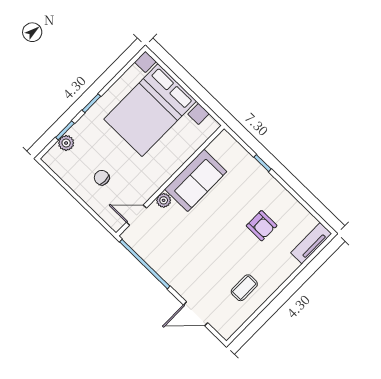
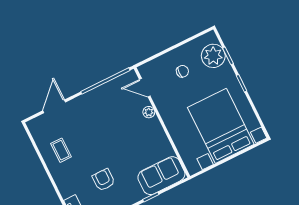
plant: (66, 143) -> (213, 56), width x1.87, depth x1.87
sofa: (196, 180) -> (161, 176), moved, turned 90
door: (136, 215) -> (145, 88), swing flipped
armchair: (262, 226) -> (104, 180), turned 90

